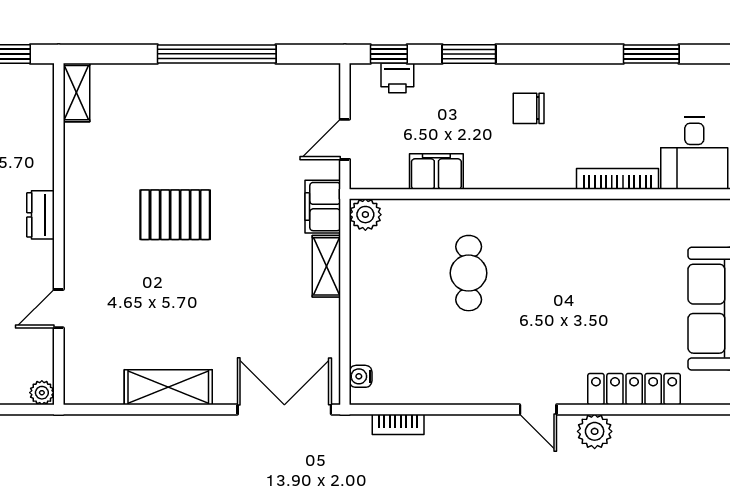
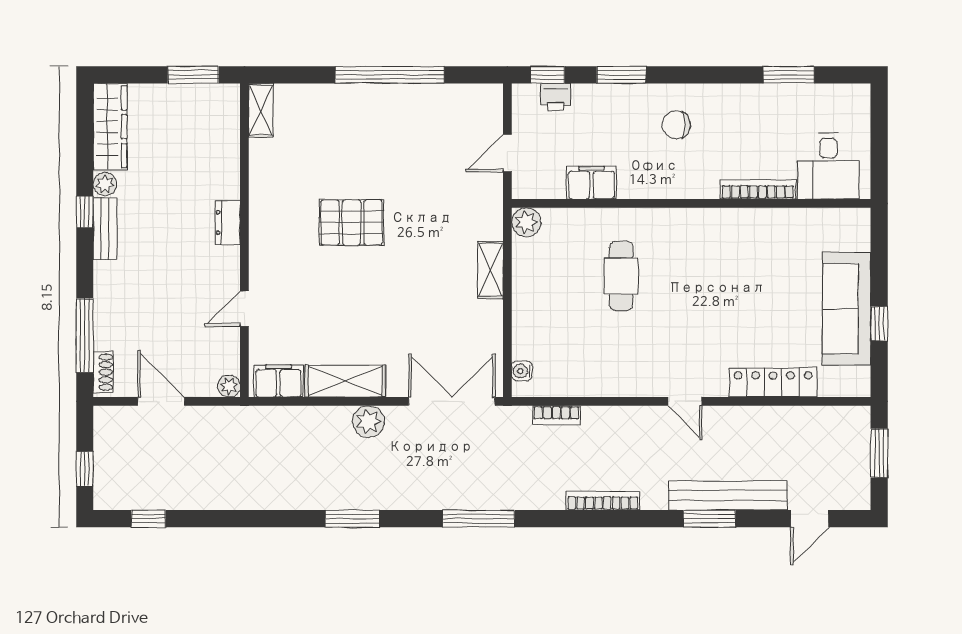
filing cabinet: (323, 207) -> (278, 381), moved, turned 90
plant: (595, 431) -> (368, 421), moved

